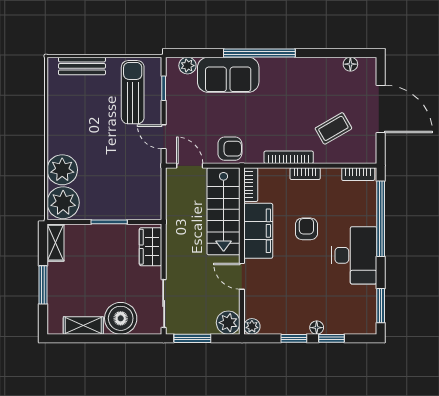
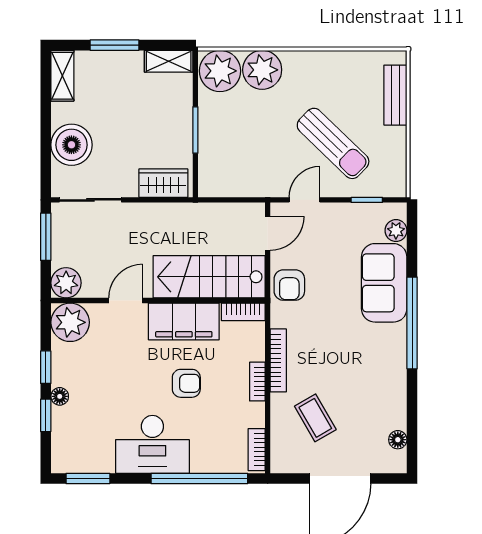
sun lounger: (133, 92) -> (333, 143), moved, turned 44
shelving: (83, 325) -> (62, 76), moved
plant: (252, 326) -> (70, 322), width x1.88, depth x1.88

